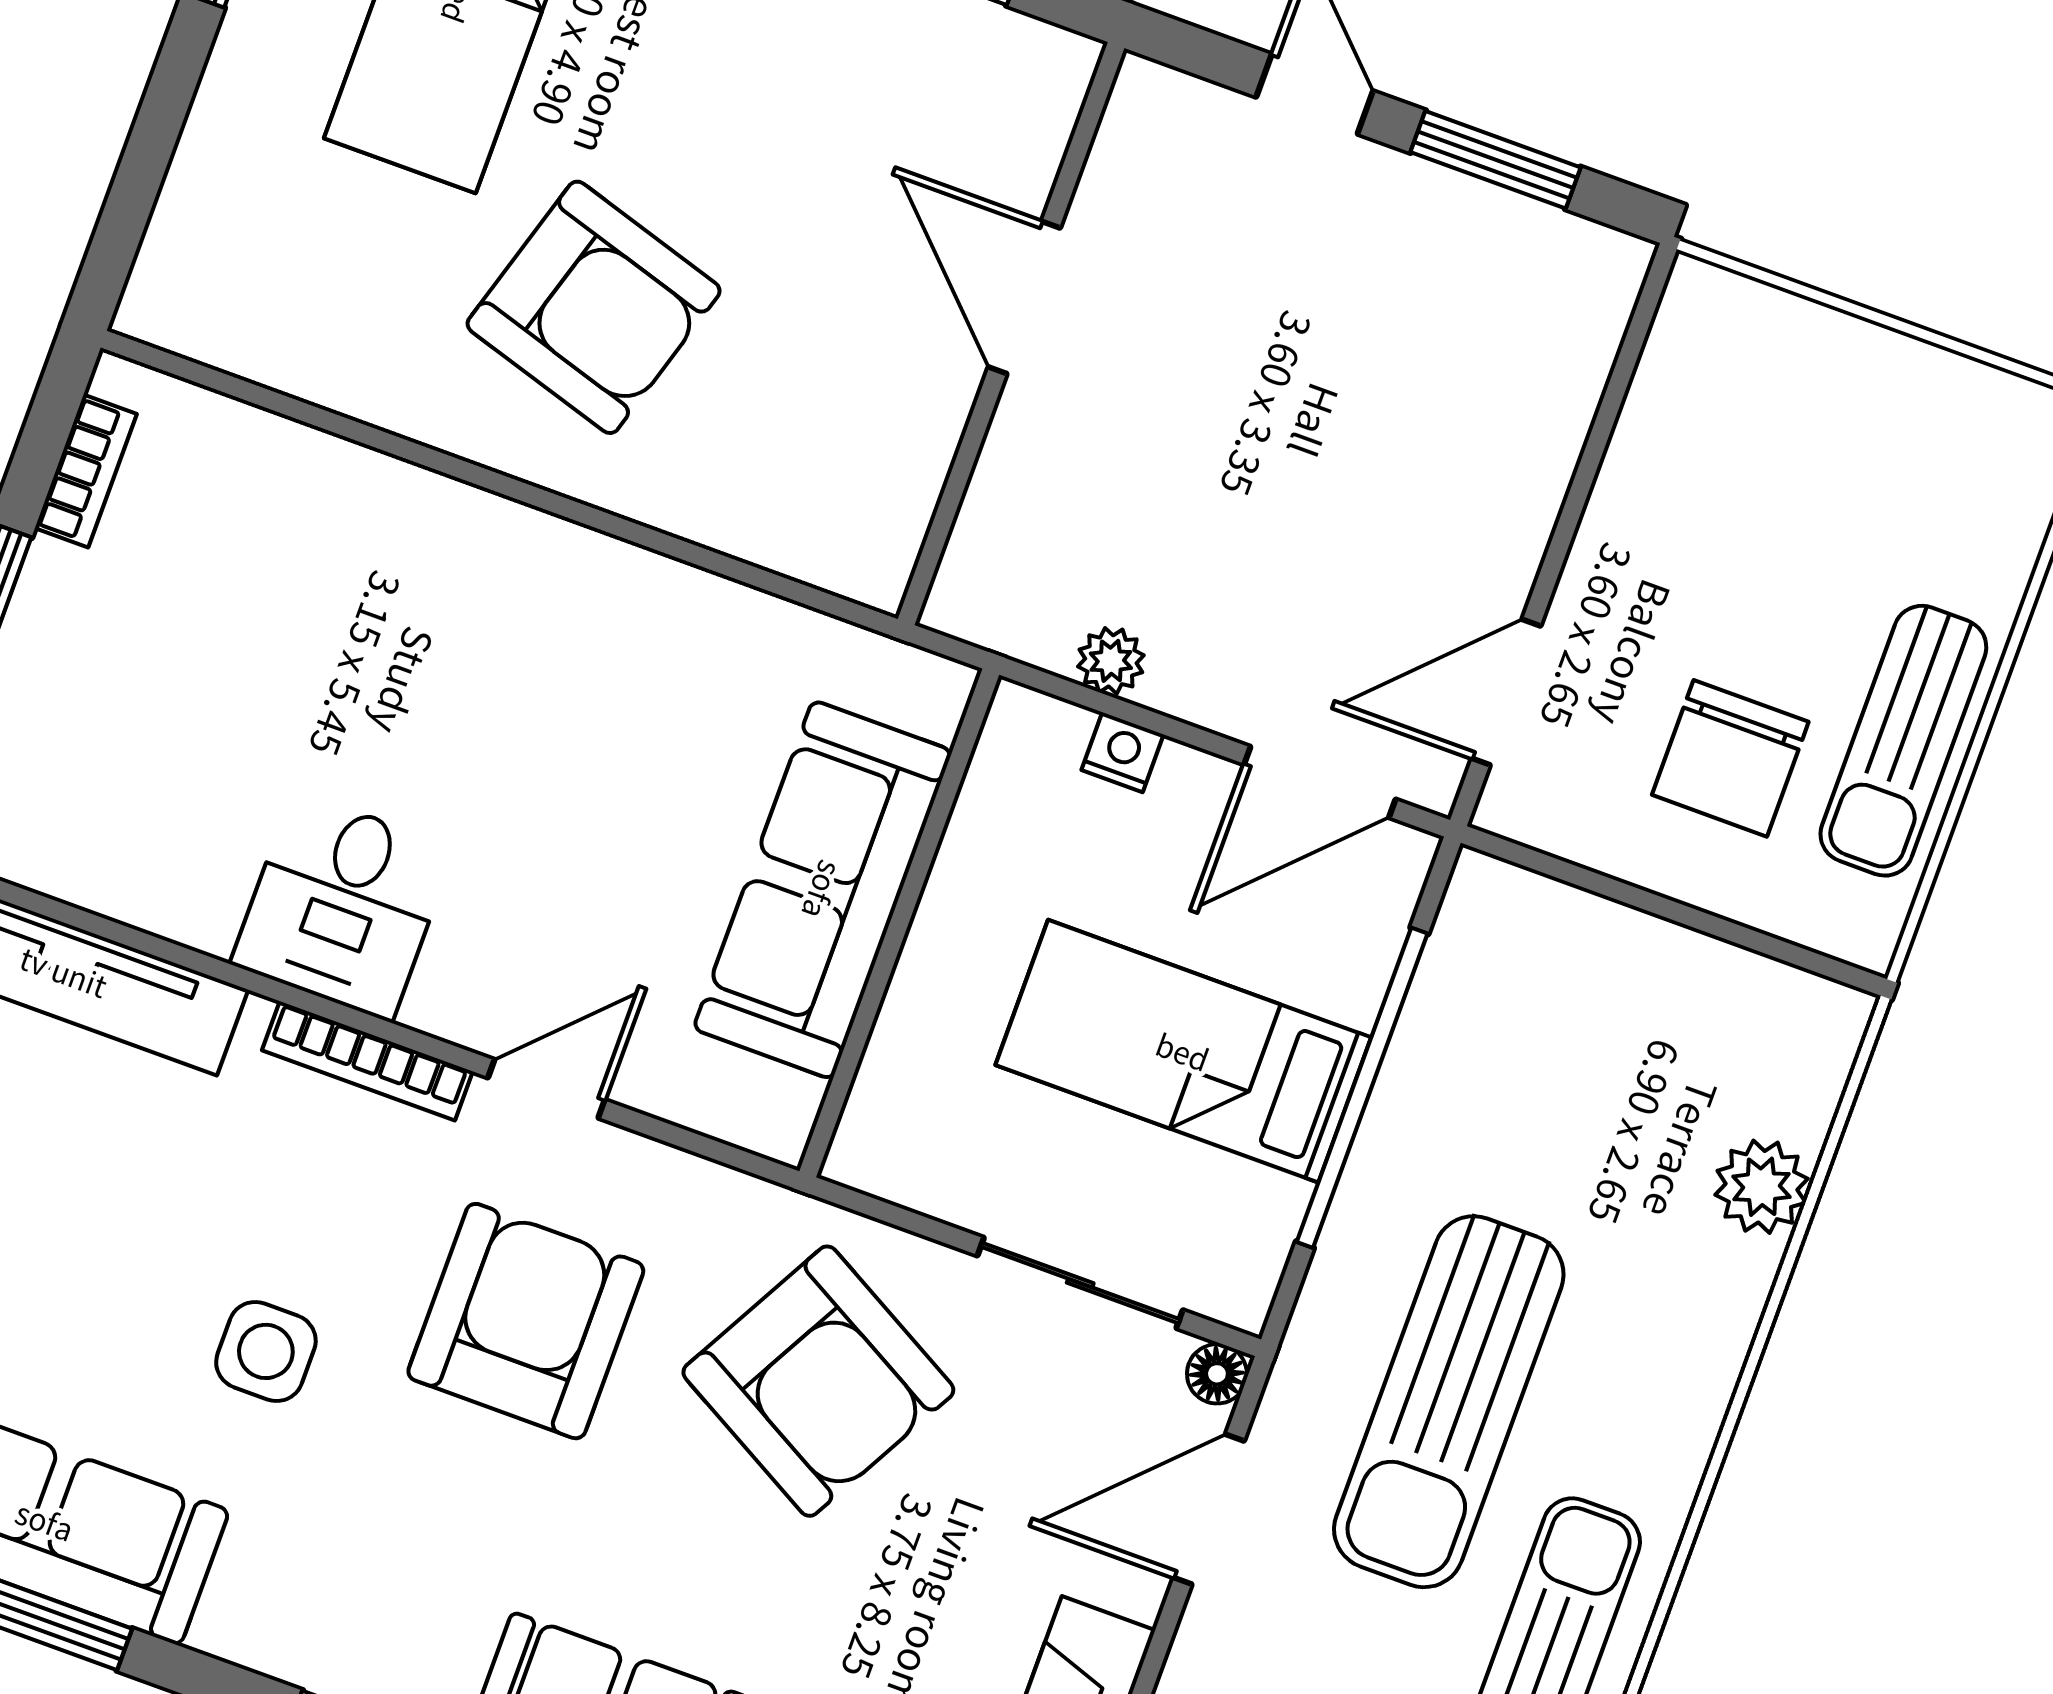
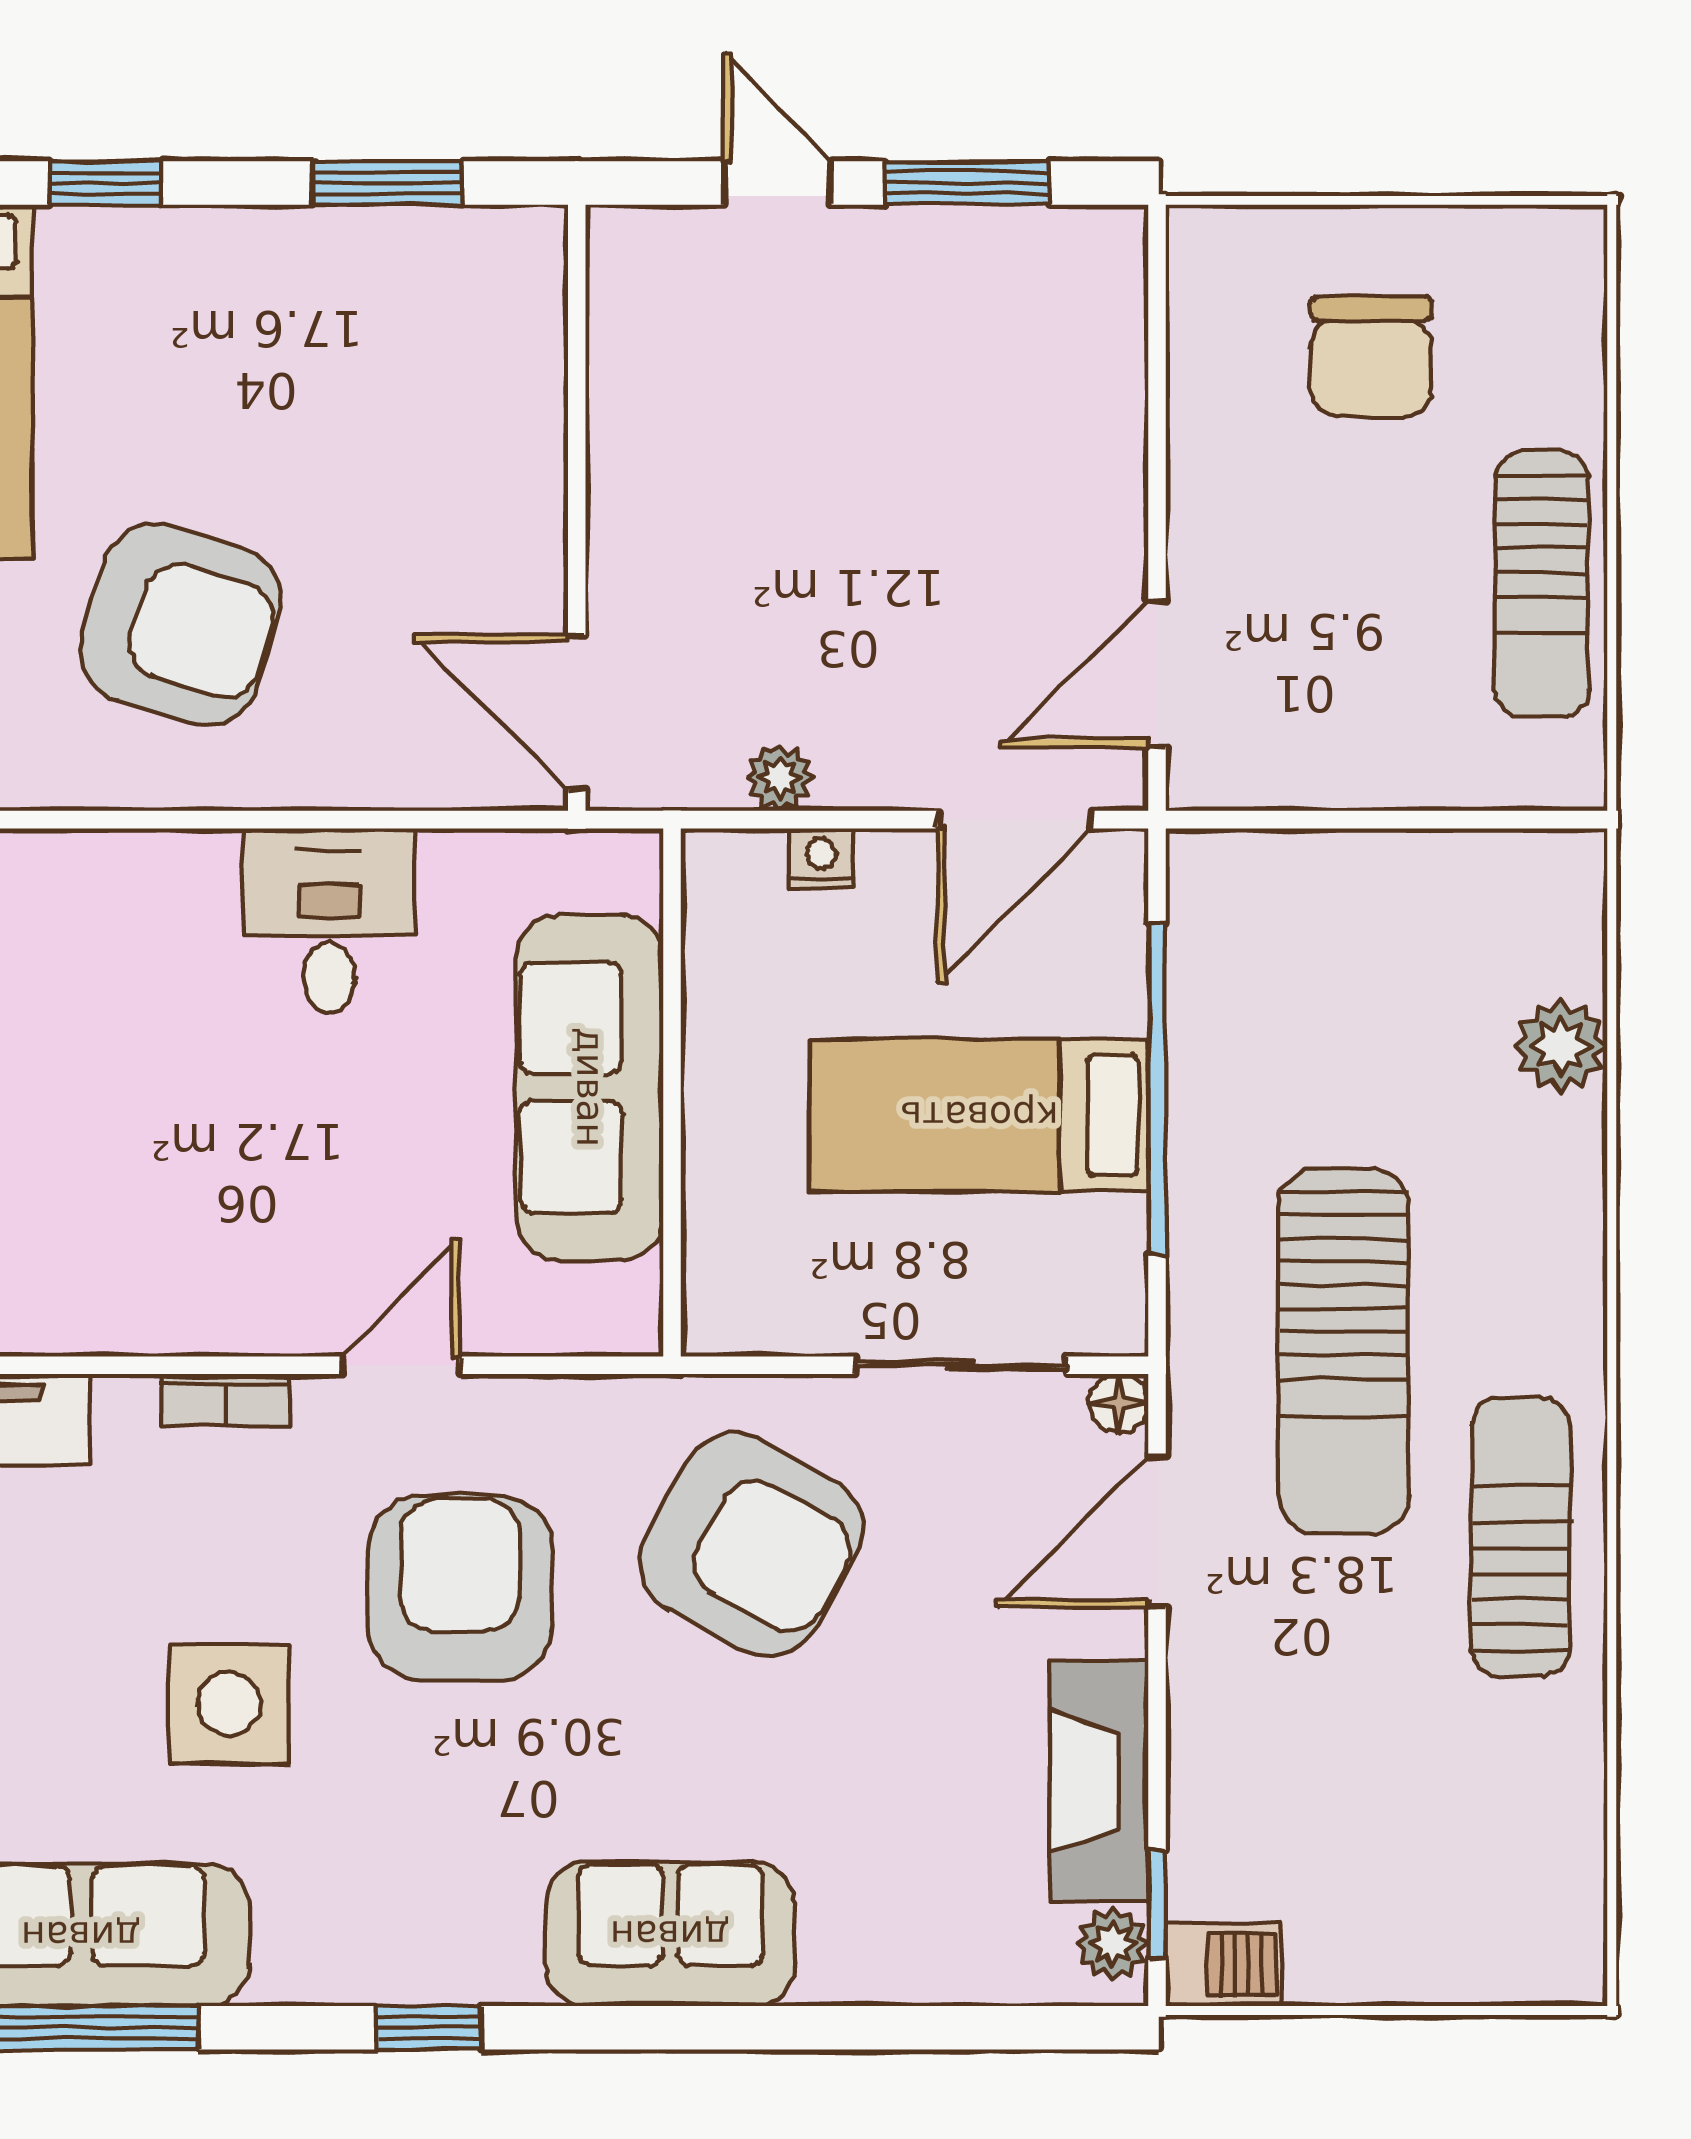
door: (1024, 298) -> (577, 712), moved
chair: (1730, 758) -> (1371, 357), moved
desk: (343, 906) -> (329, 921), moved, turned 180
bookcase: (367, 1061) -> (225, 1400), width x0.64
side table: (266, 1351) -> (229, 1704), width x1.37, depth x1.37

